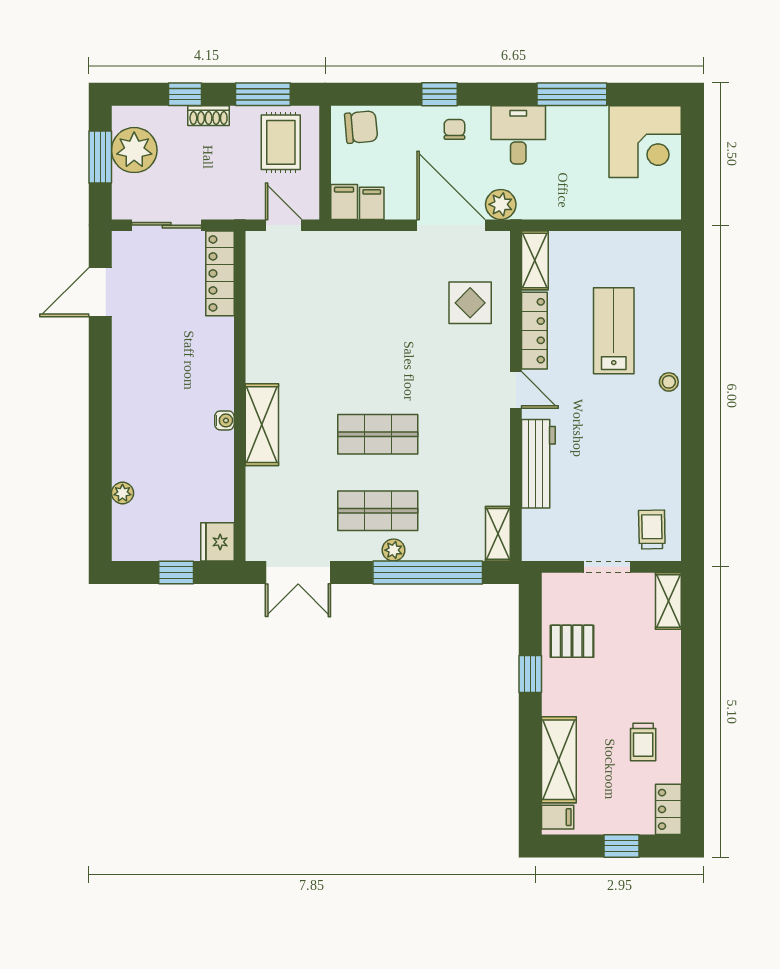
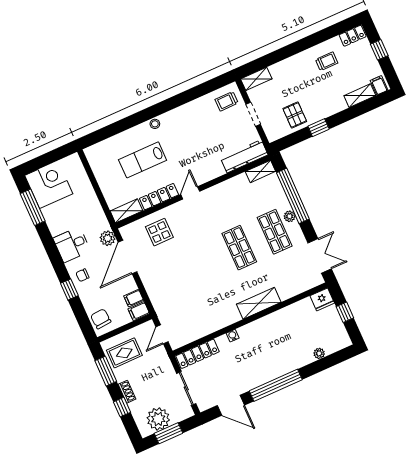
window: (572, 94) -> (33, 207), moved
window: (100, 389) -> (276, 385), added
water cooler: (224, 420) -> (233, 336), moved
workbench: (538, 464) -> (244, 156), moved
shelving: (559, 760) -> (360, 96), width x0.67, depth x0.75

